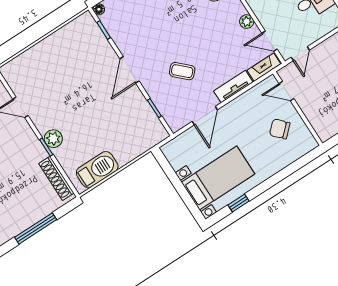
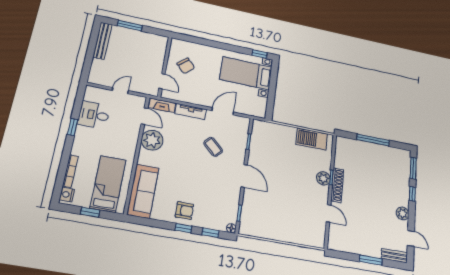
plant: (247, 22) -> (152, 140), width x1.88, depth x1.88
door: (300, 54) -> (120, 91), moved
door: (130, 70) -> (244, 176), hinge flipped
shoe rack: (56, 178) -> (337, 185), moved
window: (239, 203) -> (259, 54), moved

